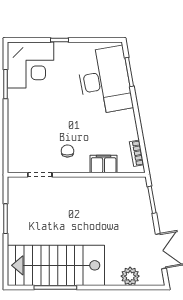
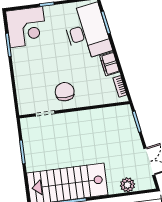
chair: (67, 151) -> (65, 92), width x1.87, depth x1.87
filing cabinet: (104, 164) -> (110, 64), moved, turned -100

